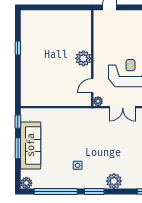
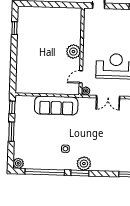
window: (18, 48) -> (14, 28), moved
sofa: (31, 145) -> (56, 106), moved, turned 90
plant: (114, 181) -> (84, 164), moved

